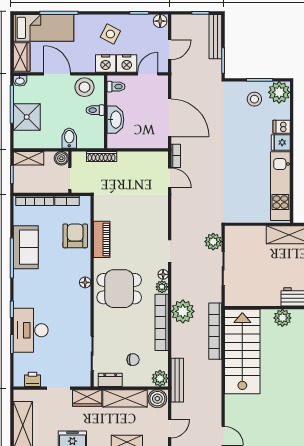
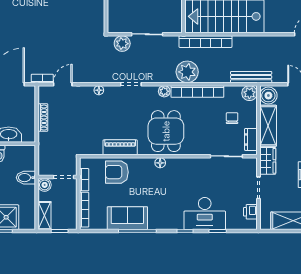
shoe rack: (102, 156) -> (43, 118), moved
floor lamp: (163, 274) -> (99, 90), moved

